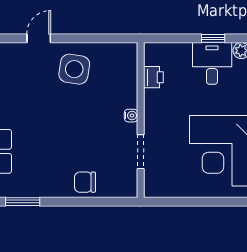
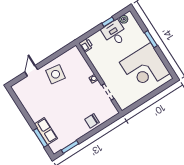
printer: (153, 77) -> (86, 45), moved

